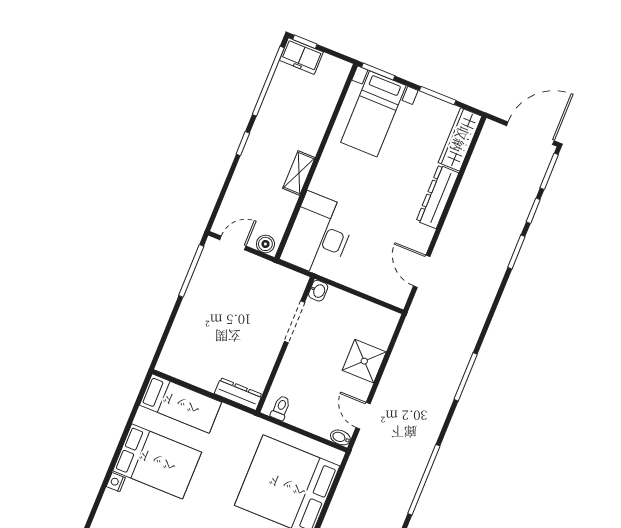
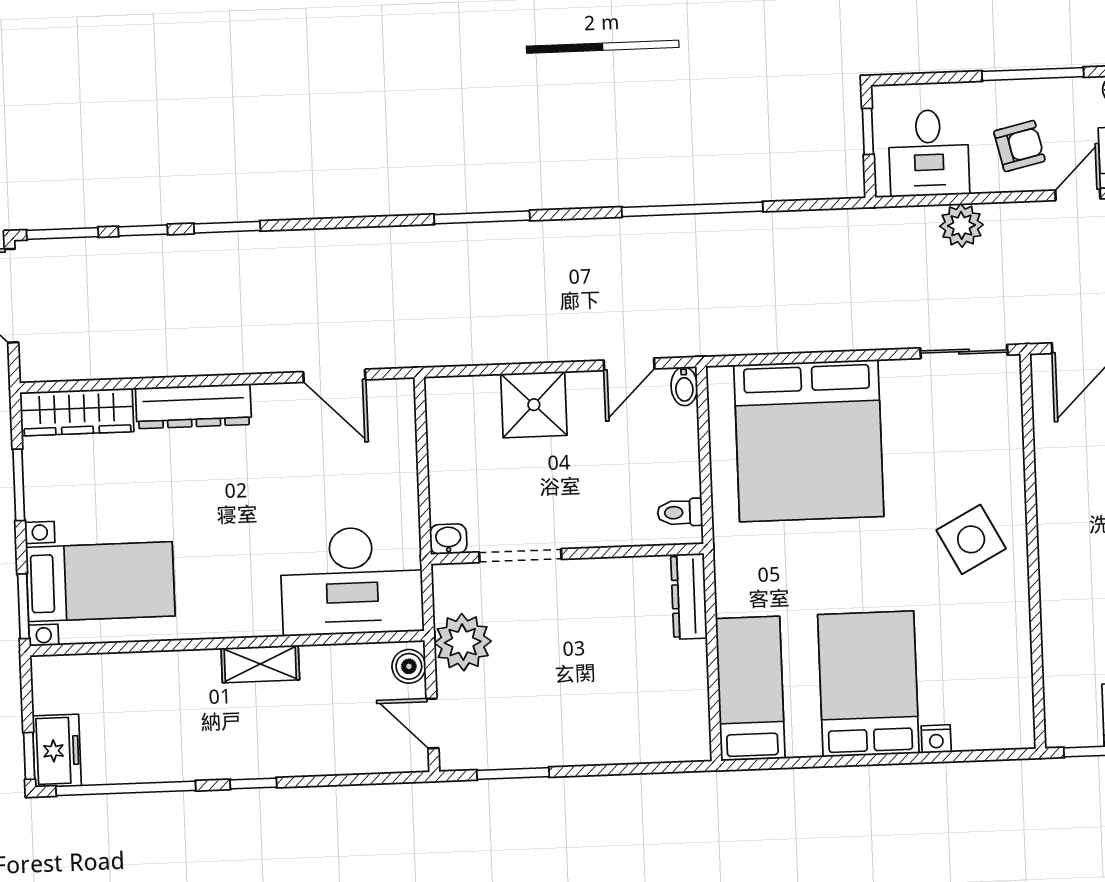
window: (191, 271) -> (513, 774), width x0.69
door: (422, 271) -> (334, 376), hinge flipped
plant: (265, 275) -> (463, 642), added

